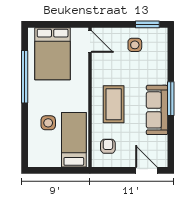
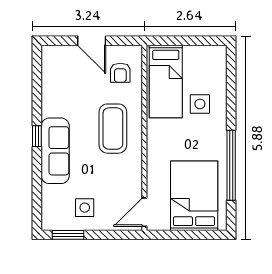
door: (90, 42) -> (144, 212), hinge flipped
window: (171, 99) -> (37, 136), width x0.46
sofa: (157, 110) -> (55, 151), moved
door: (146, 170) -> (92, 41), moved

